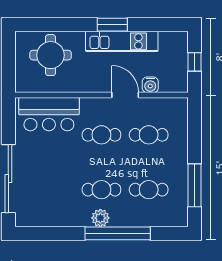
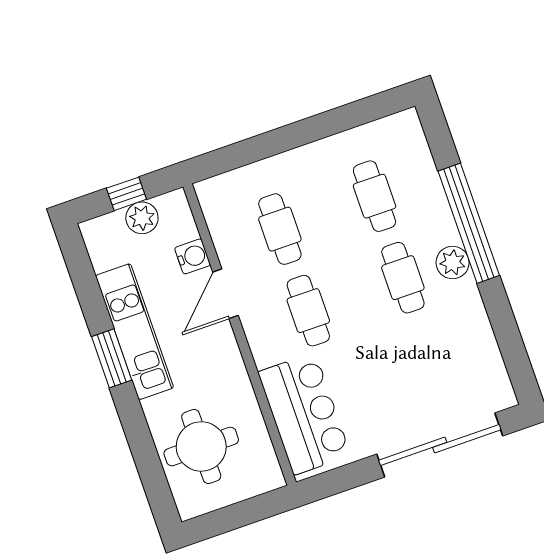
plant: (179, 66) -> (142, 218), added
window: (195, 185) -> (340, 120), removed

